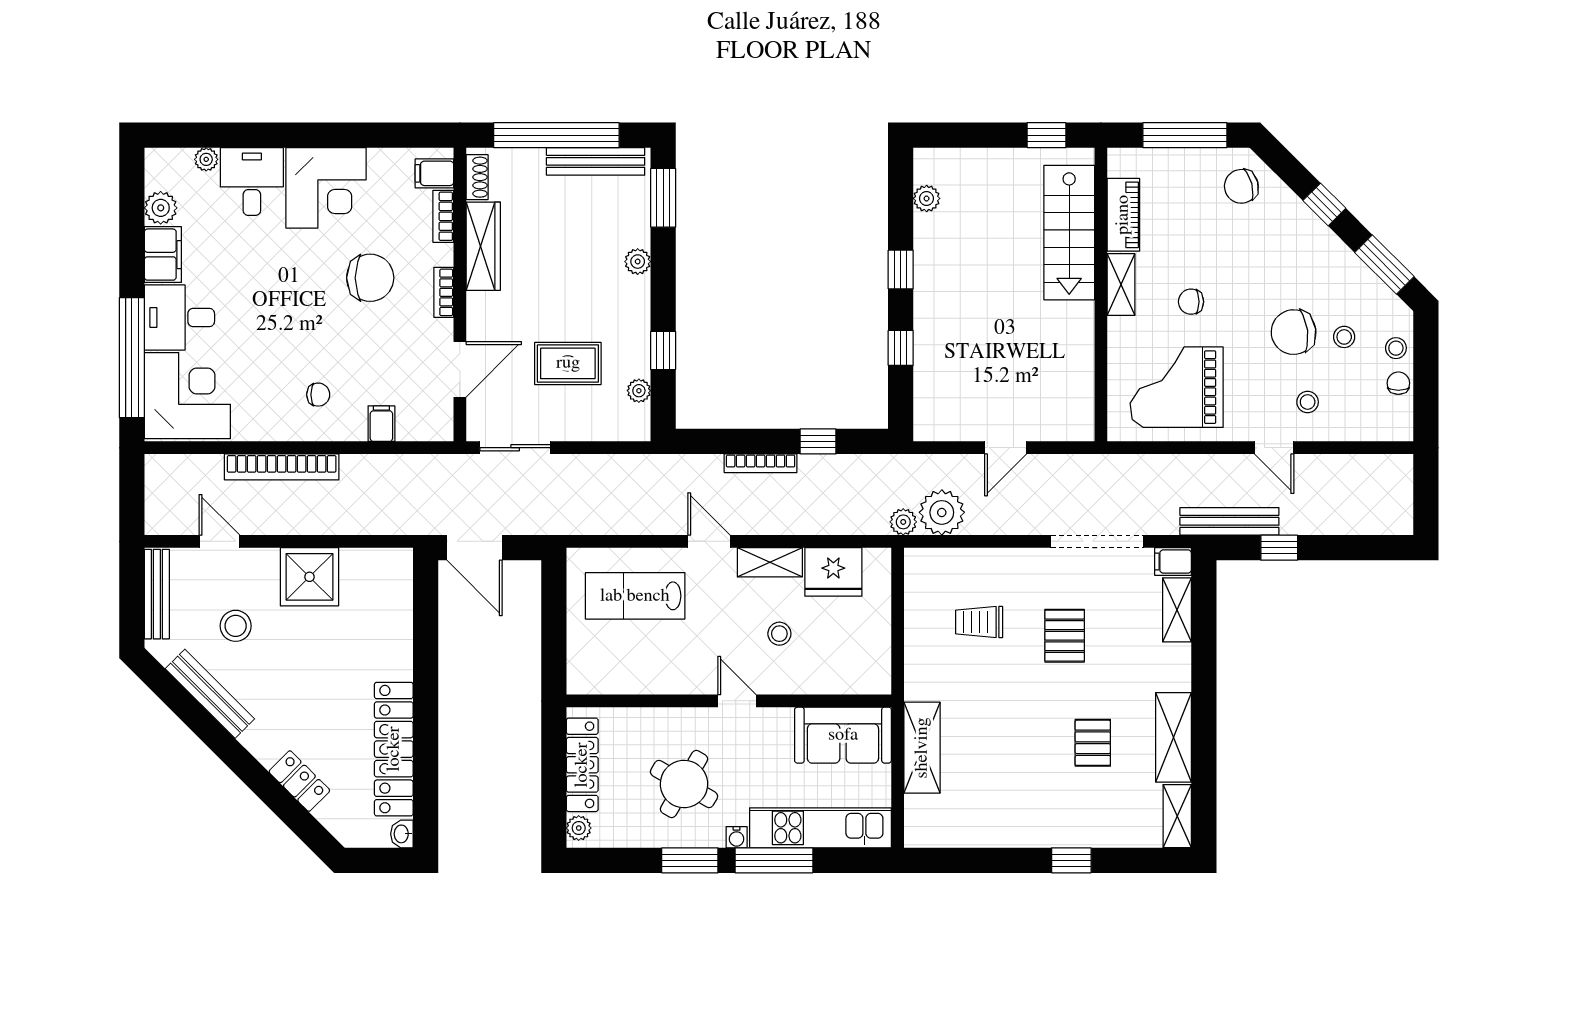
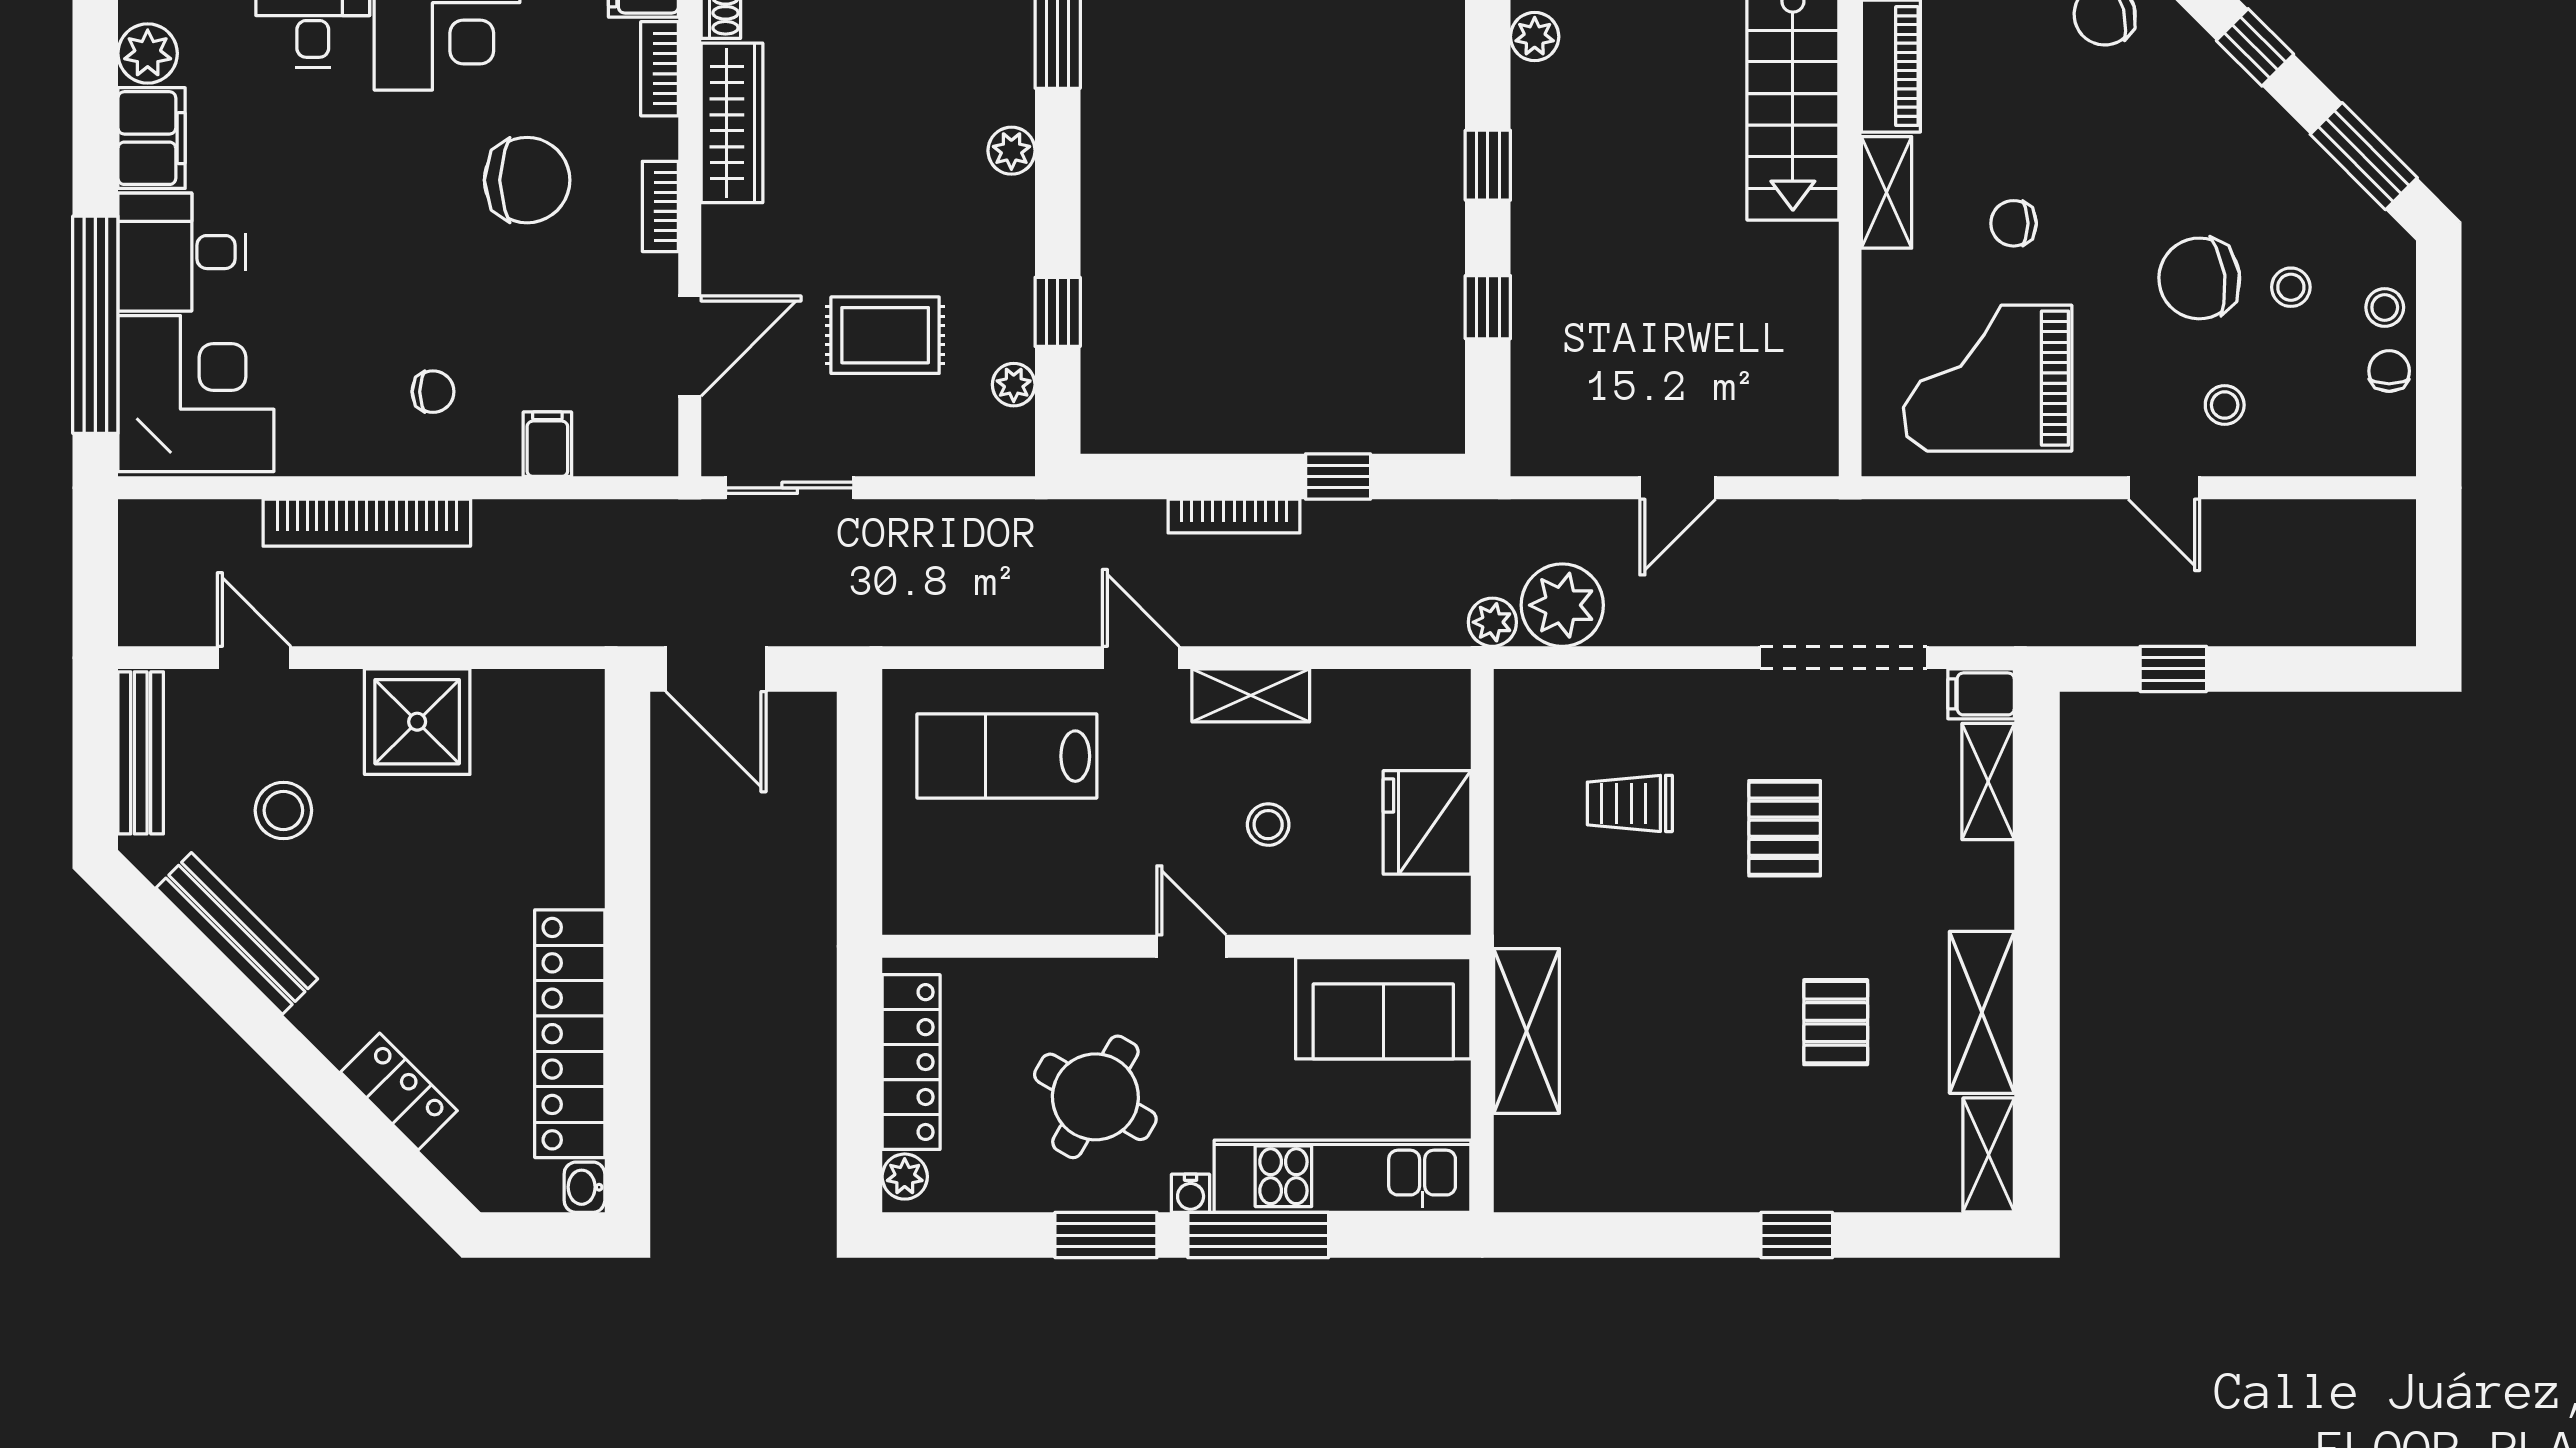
bench: (1229, 521) -> (2083, 621), removed
fridge: (833, 572) -> (1427, 822), moved, turned 90

